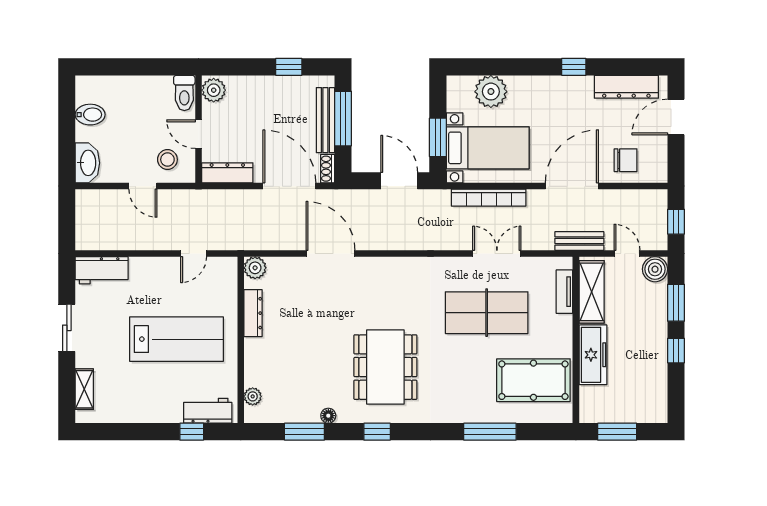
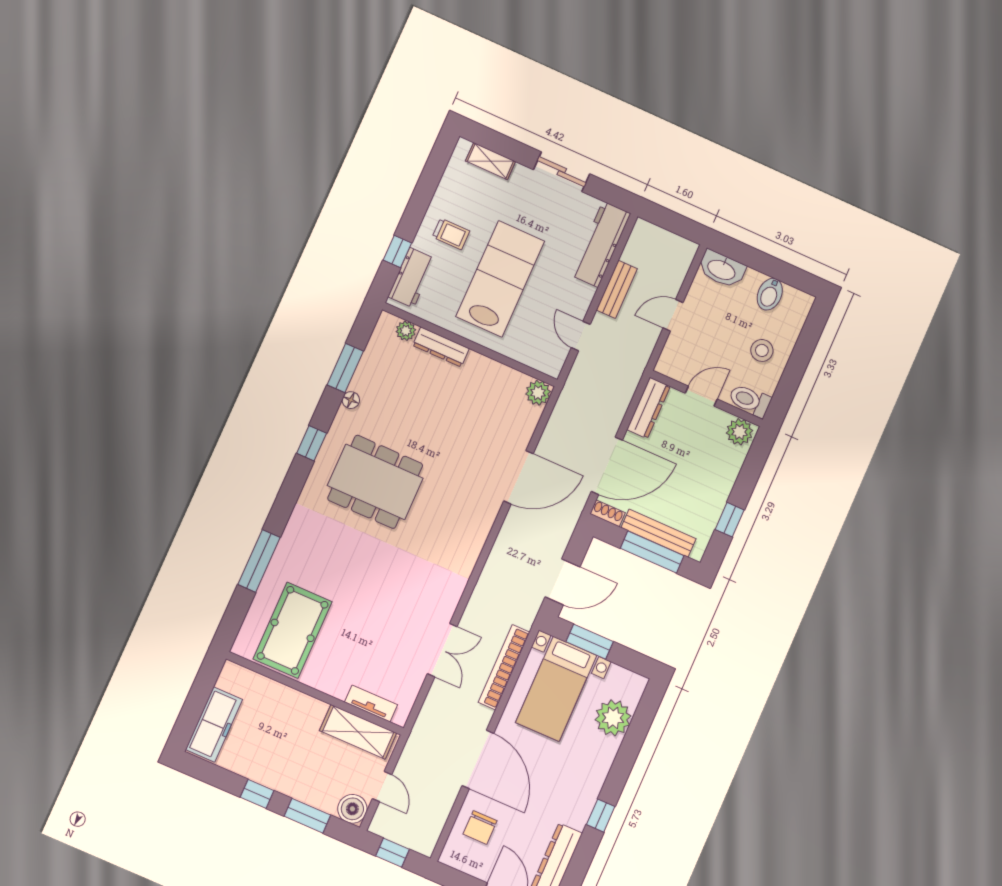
stool: (167, 160) -> (762, 350), moved
bench: (579, 241) -> (617, 289), moved
door: (627, 253) -> (382, 787), hinge flipped
workbench: (102, 270) -> (601, 244), width x1.38
dresser: (253, 313) -> (441, 347), moved
table tennis table: (487, 313) -> (385, 612), removed
lab bench: (176, 339) -> (500, 279), turned 180
freezer: (593, 355) -> (214, 724), moved, turned -90
trolley: (158, 395) -> (451, 234), added
window: (617, 432) -> (199, 695), removed

